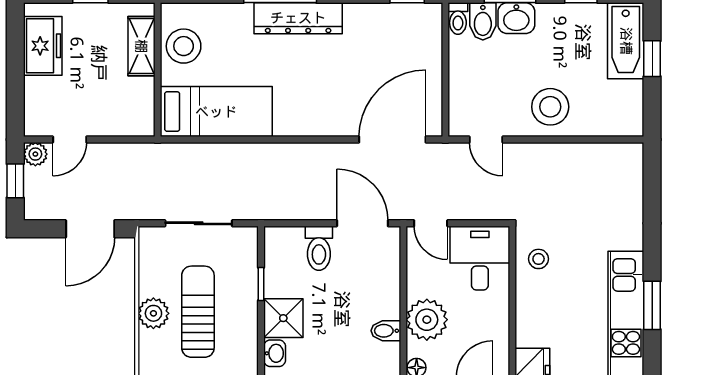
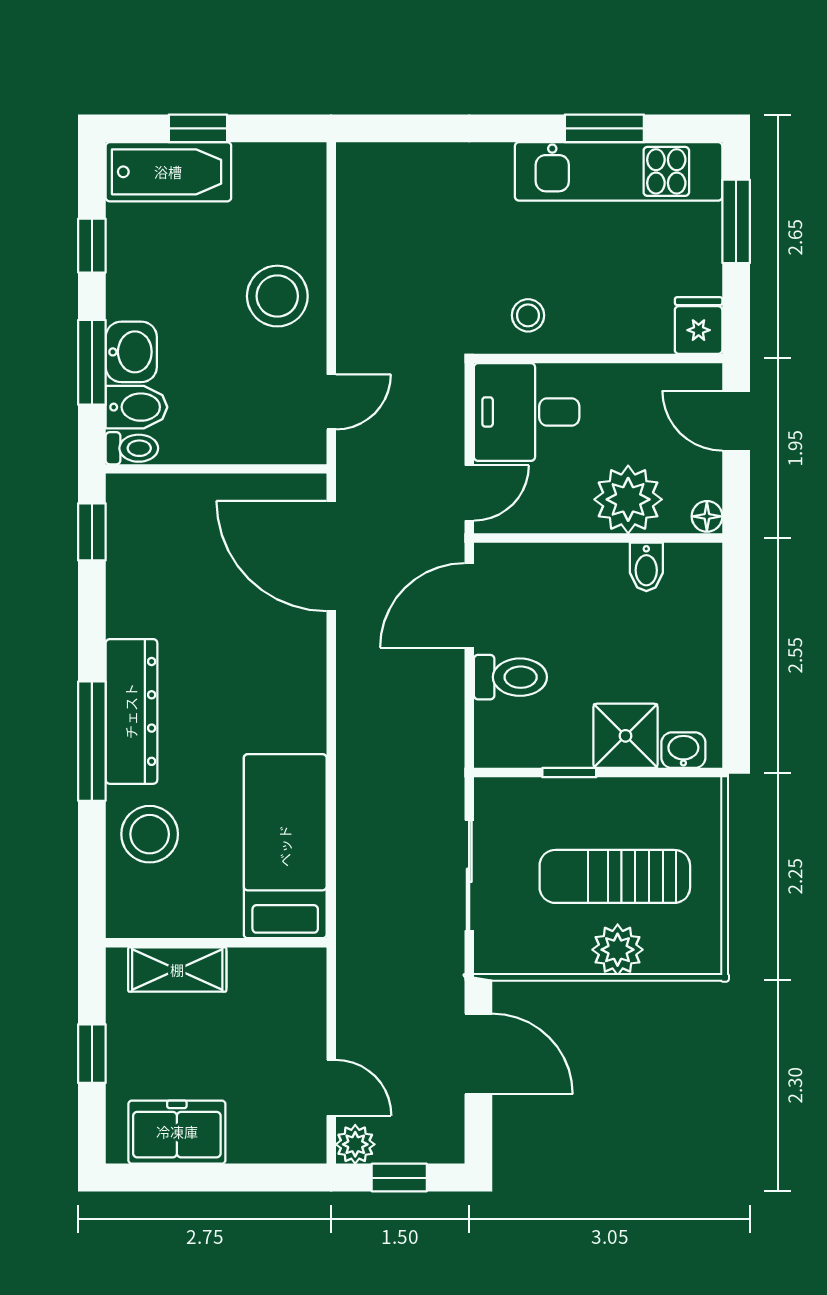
stool: (184, 46) -> (150, 834), moved

